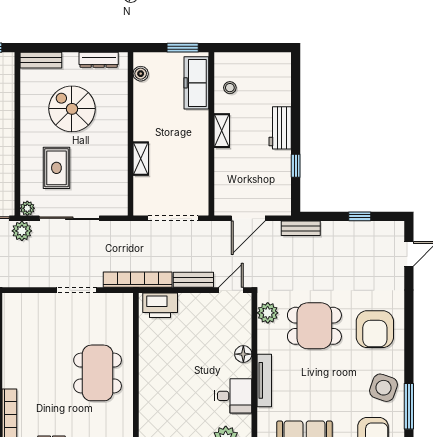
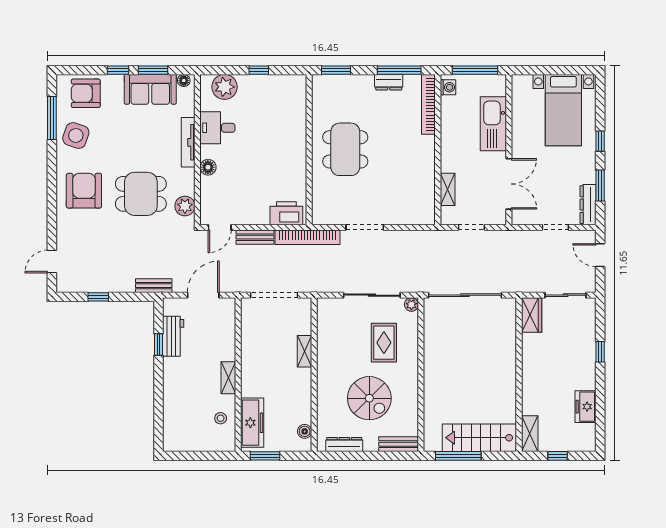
workbench: (280, 128) -> (173, 336), moved
plant: (22, 231) -> (417, 283), removed

